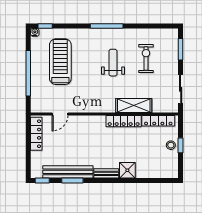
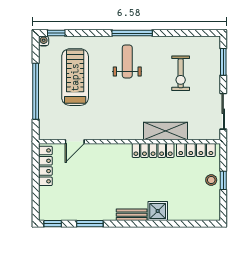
exercise bike: (146, 59) -> (181, 73), turned 180
weight bench: (113, 63) -> (127, 61), moved
bench: (68, 172) -> (84, 213), removed

